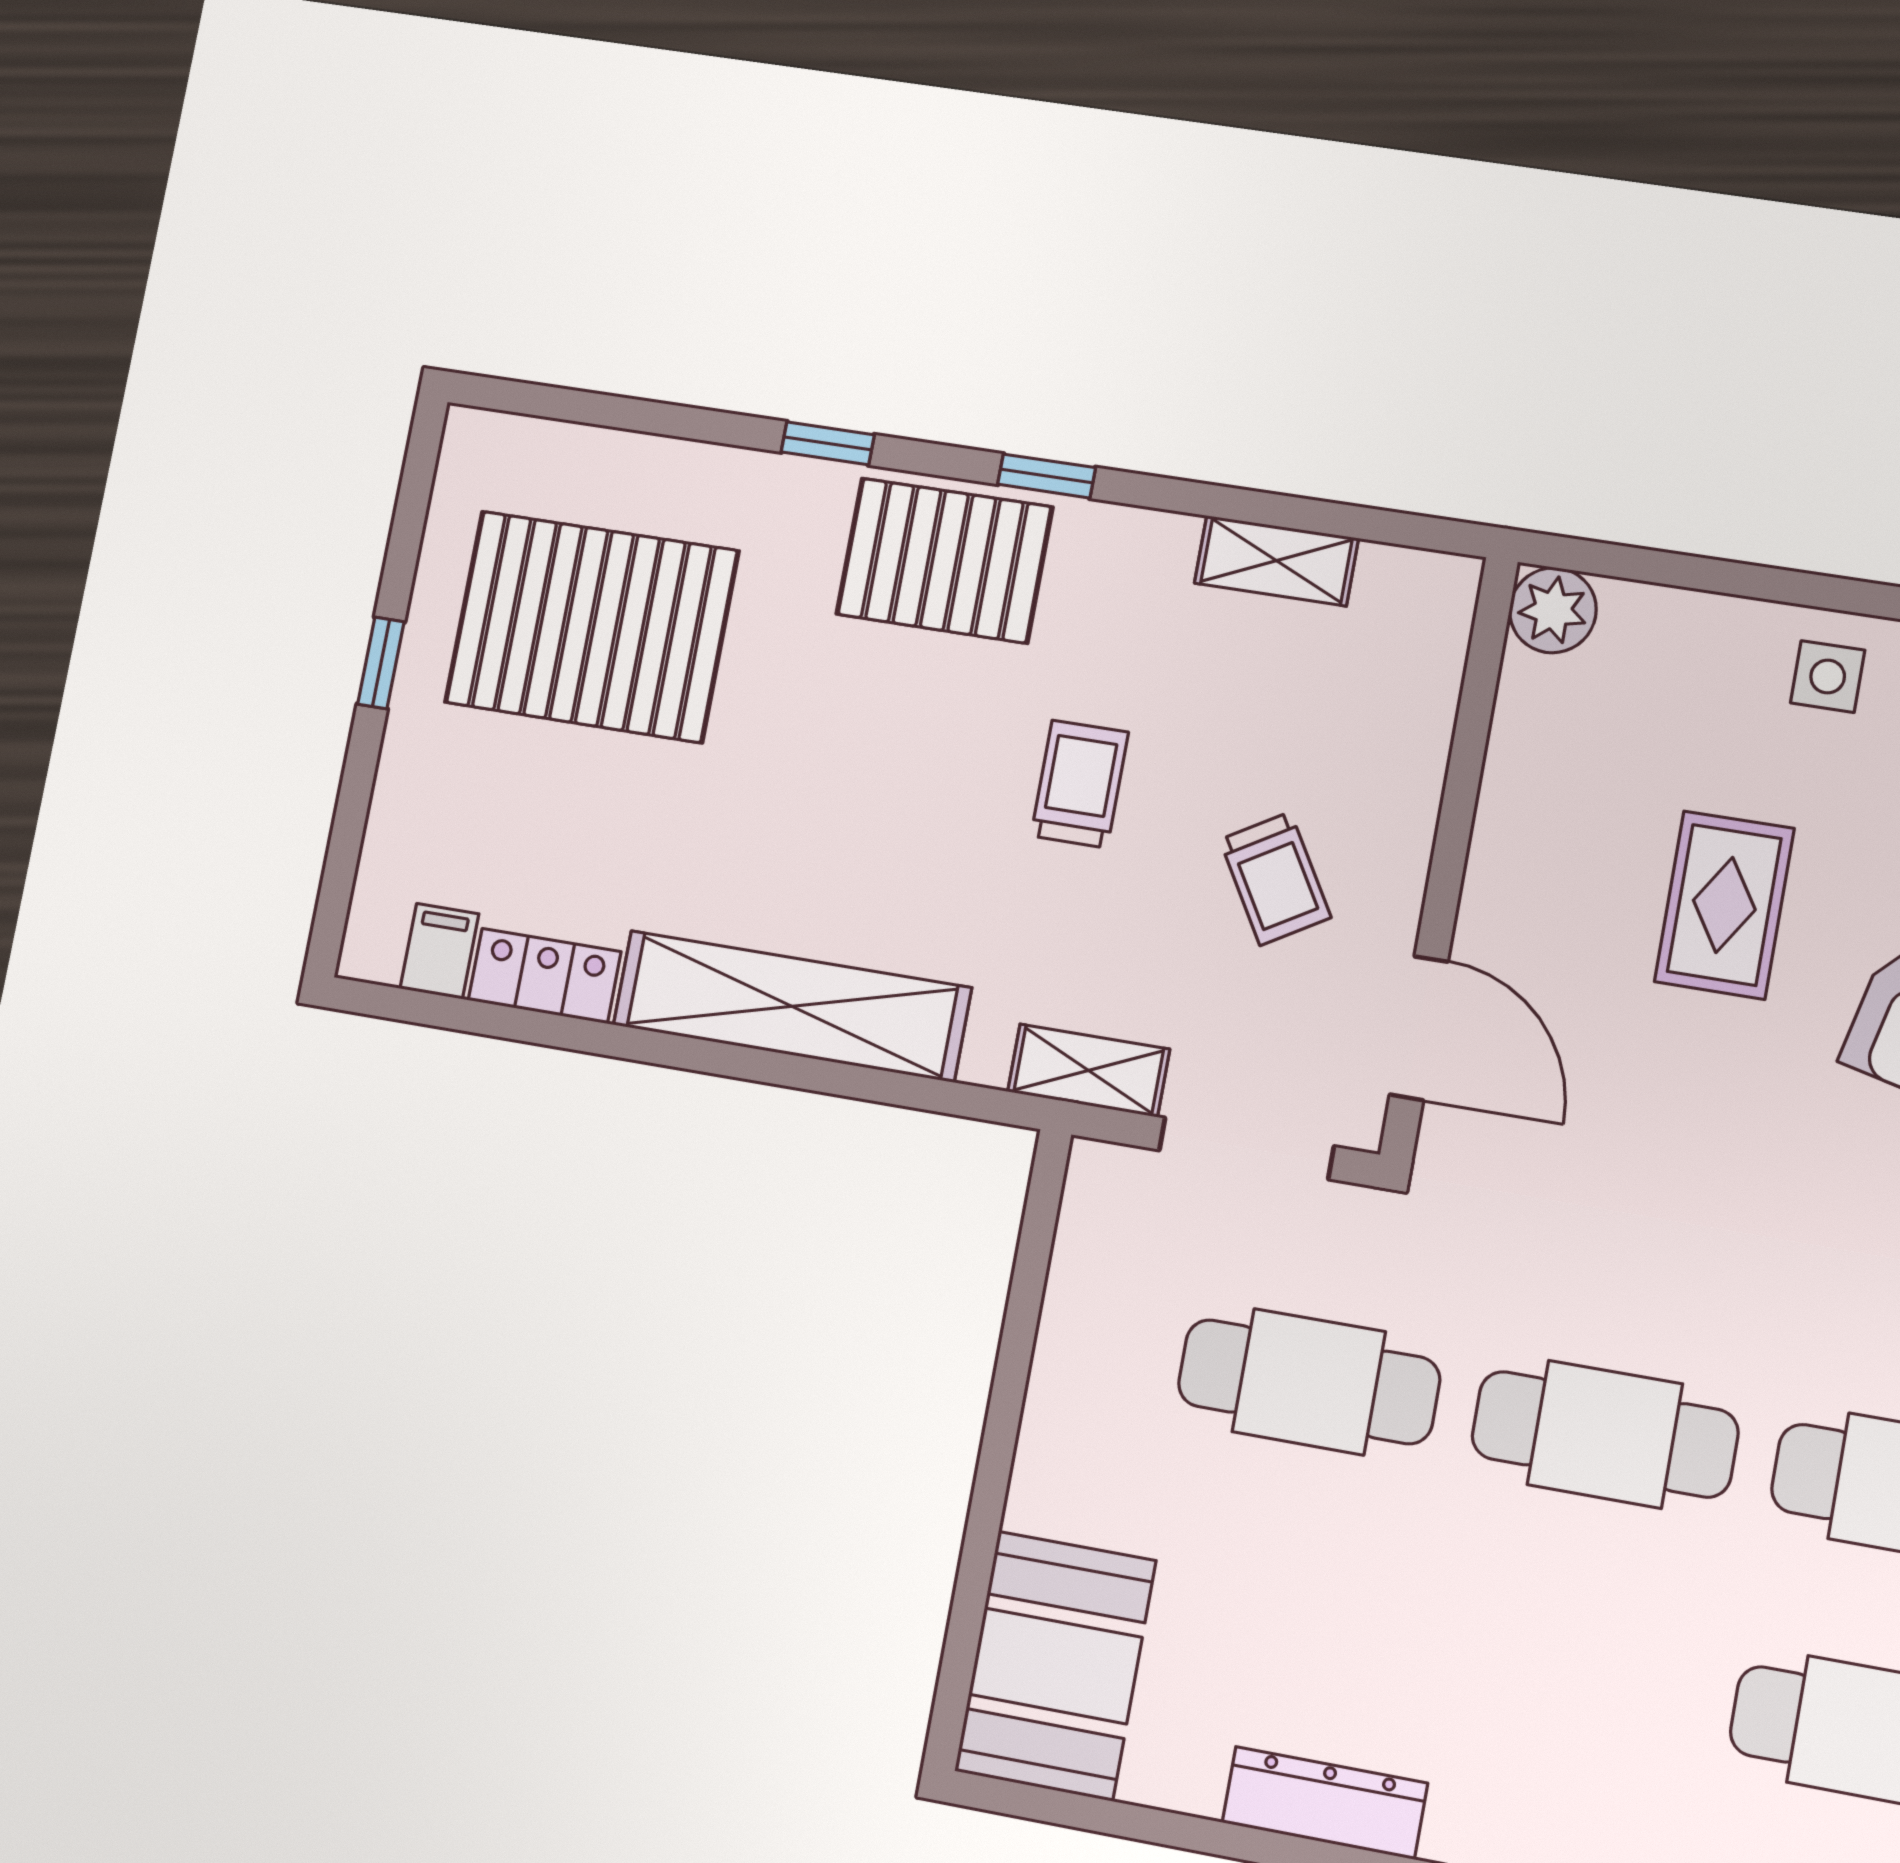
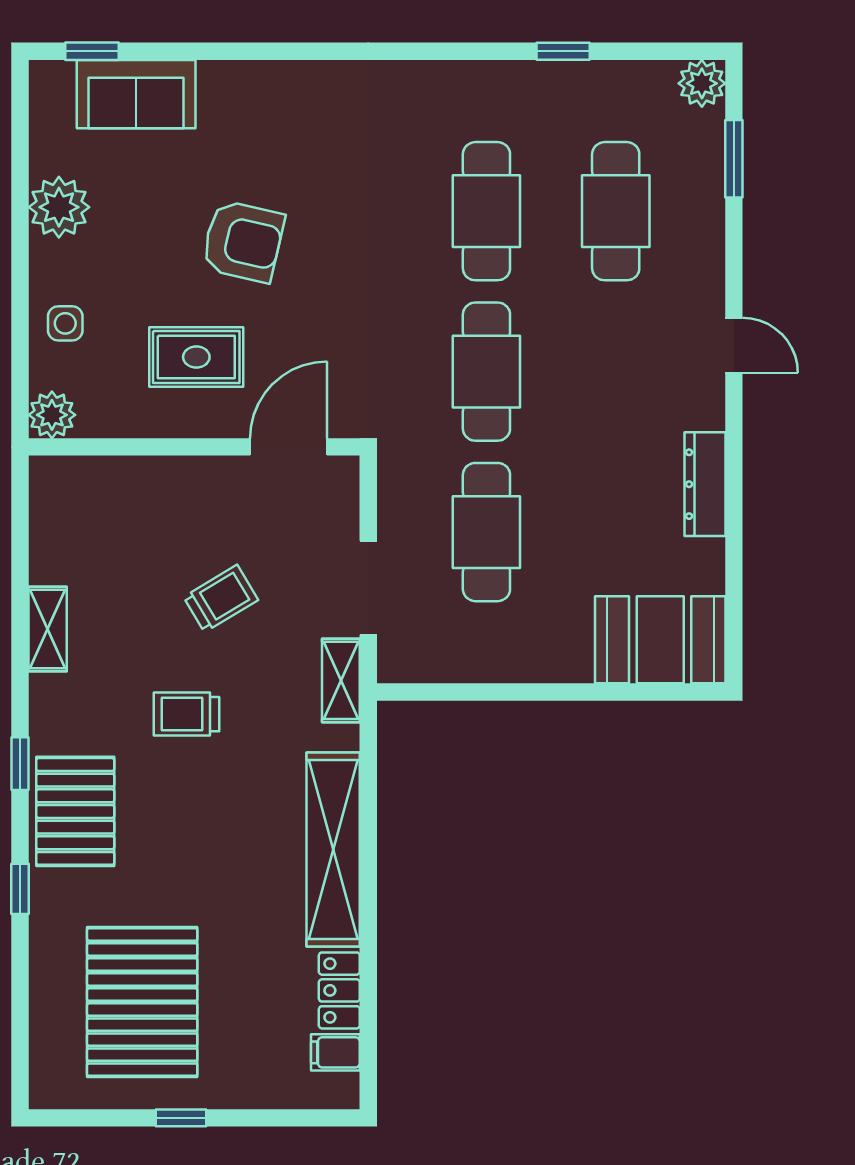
plant: (1553, 610) -> (52, 415), moved
wall: (1449, 857) -> (194, 447), moved
door: (1419, 1028) -> (289, 447), moved

